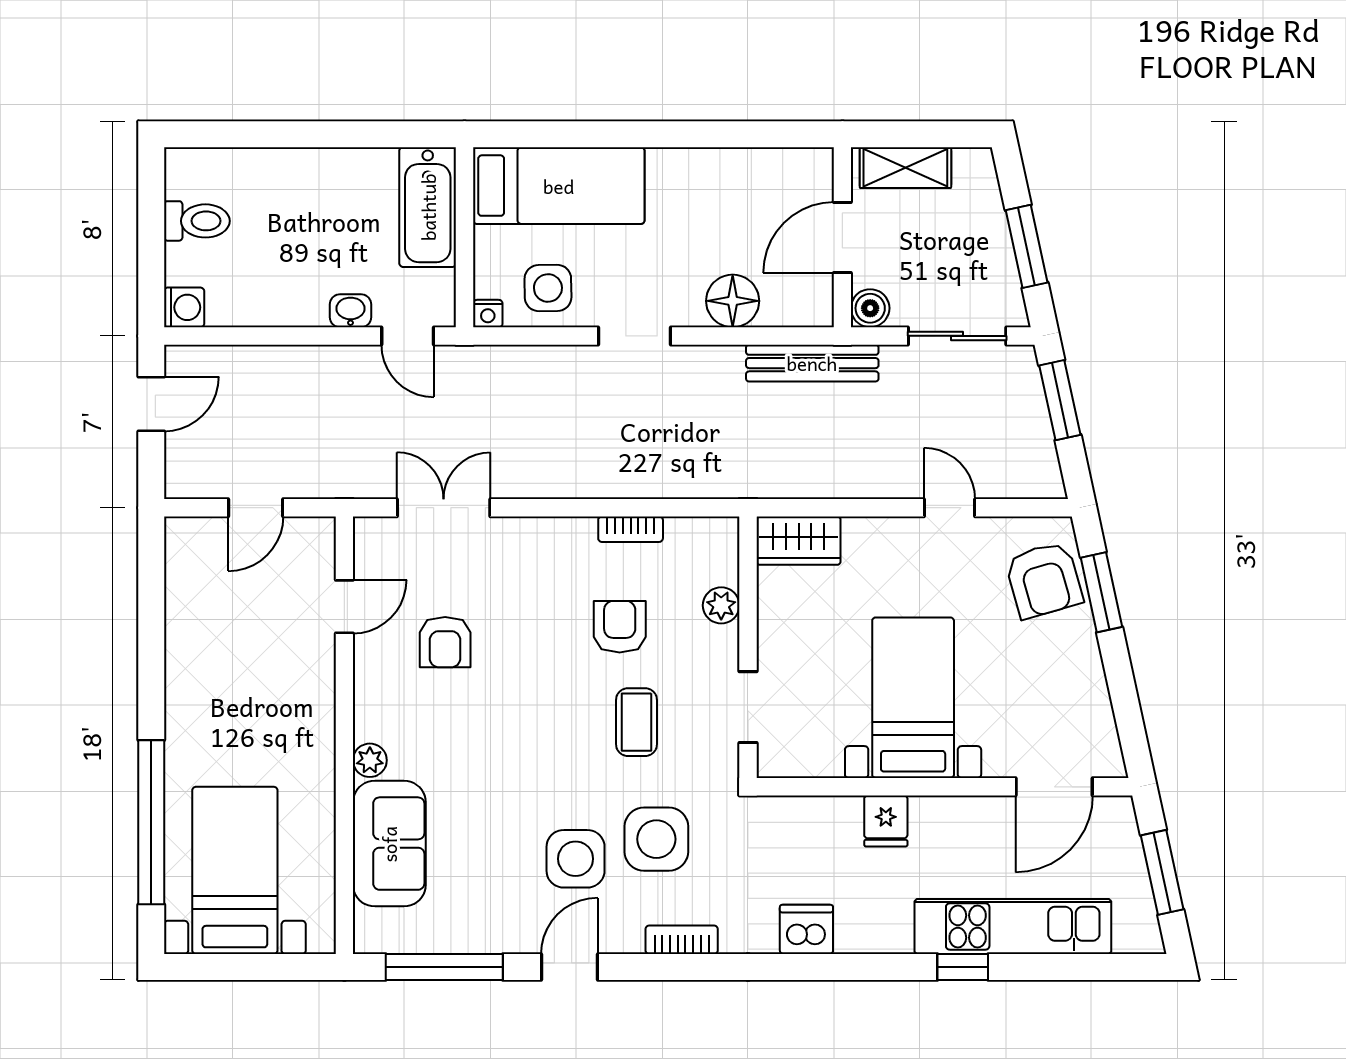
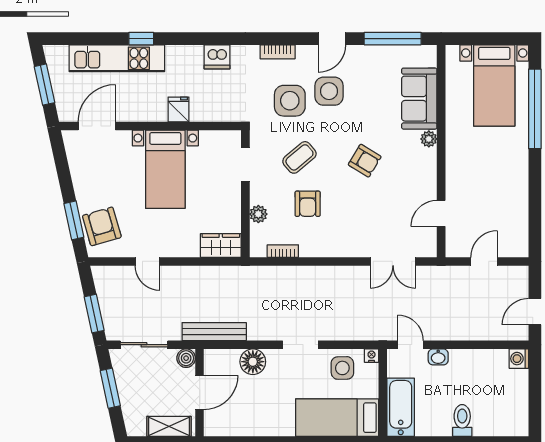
toilet: (197, 221) -> (462, 420), moved, turned 90
bookcase: (631, 529) -> (283, 251), moved
armchair: (445, 642) -> (365, 161), moved, turned 121
coffee table: (636, 722) -> (299, 157), turned 50

